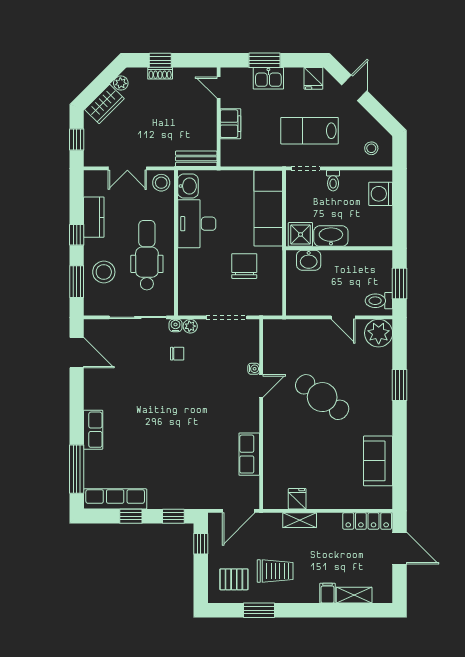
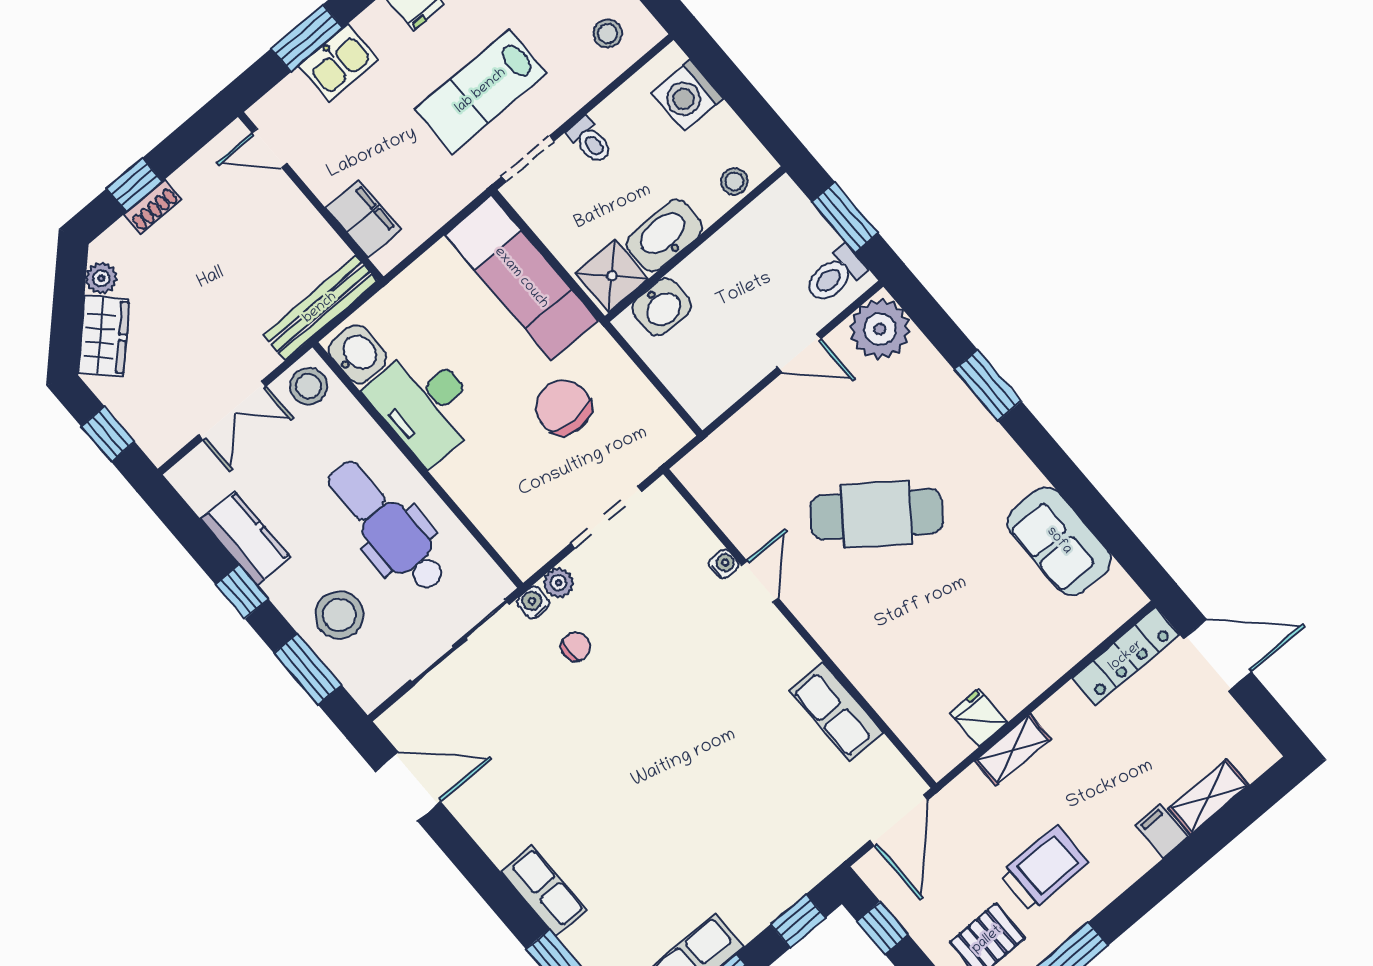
filing cabinet: (230, 124) -> (363, 218), moved
bench: (196, 159) -> (320, 308), width x1.36
stool: (372, 238) -> (734, 181), added

